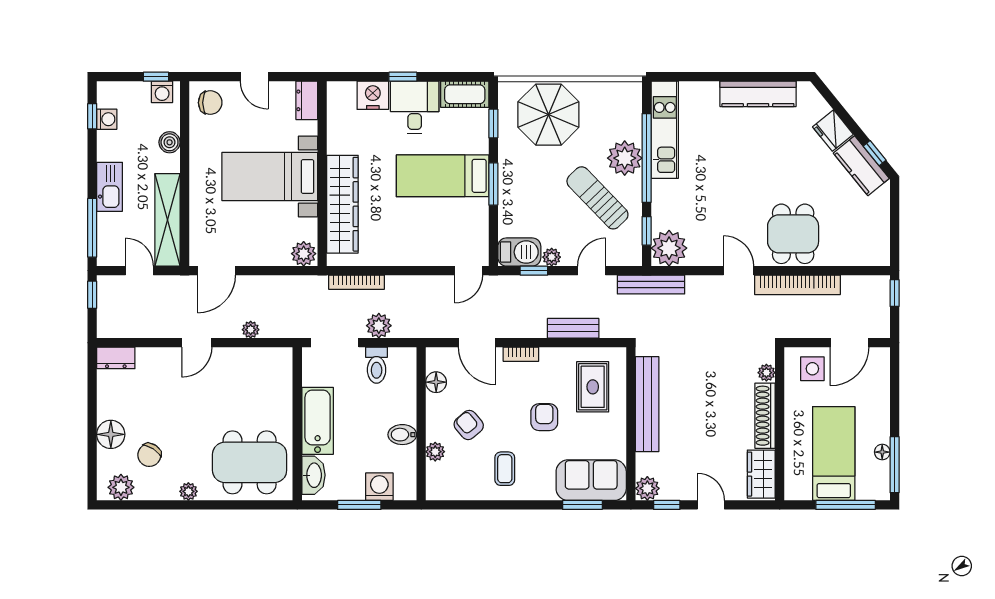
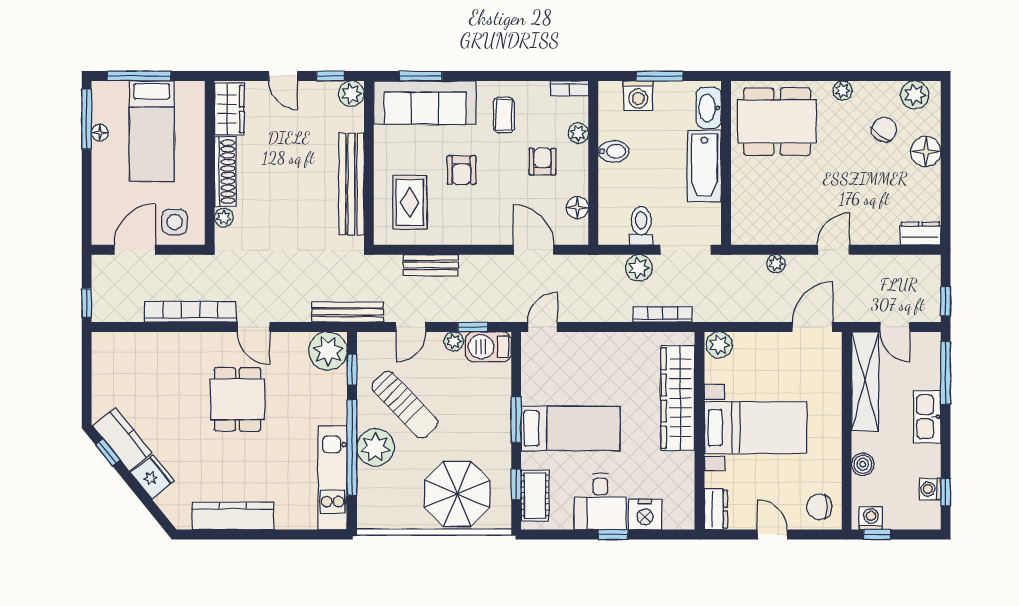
cot: (465, 94) -> (535, 495), moved, turned 90
dining table: (793, 234) -> (237, 399), moved
bookcase: (521, 354) -> (569, 88), moved, turned 180
armchair: (469, 425) -> (542, 162), turned -140
sofa: (591, 480) -> (425, 103), width x1.36

